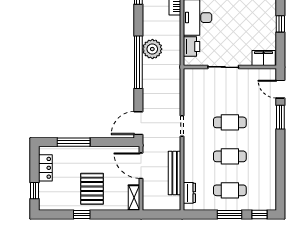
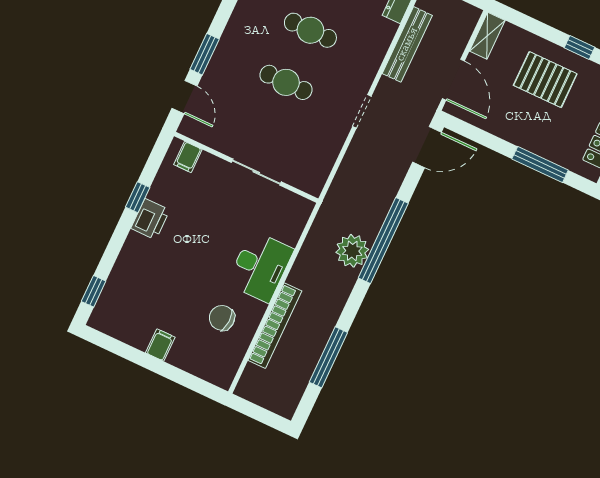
printer: (192, 46) -> (150, 219), moved, turned 180
filing cabinet: (264, 58) -> (188, 157), width x0.50
pallet: (92, 189) -> (545, 80), turned 90

